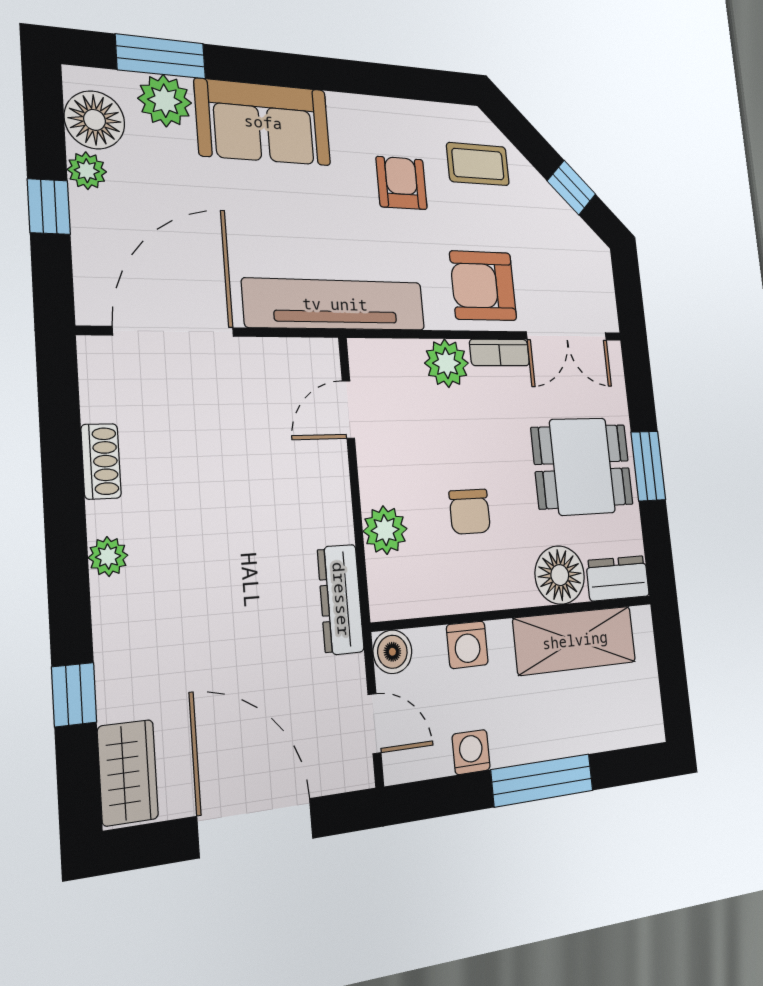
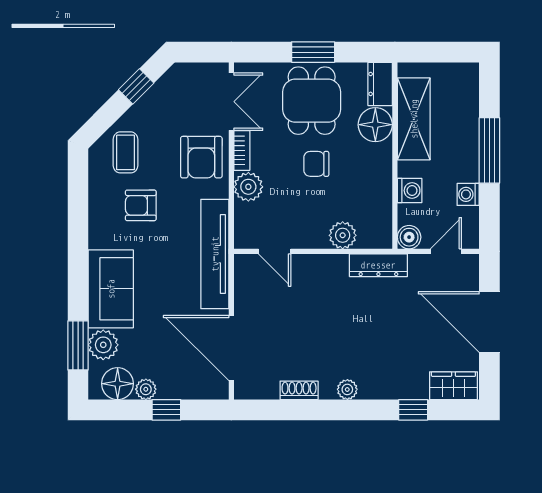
chair: (470, 512) -> (316, 164), moved, turned 180
door: (256, 828) -> (489, 322), hinge flipped

